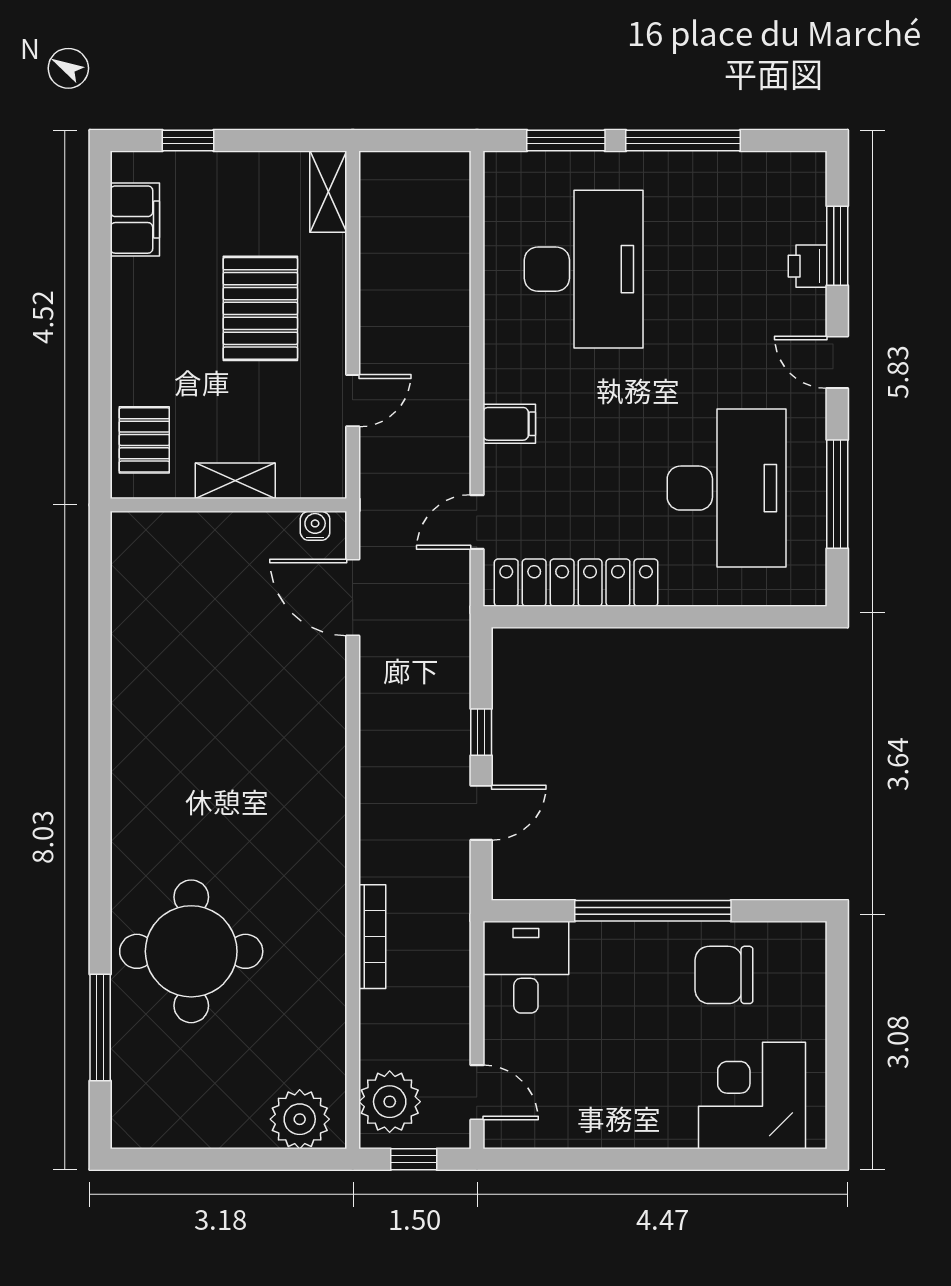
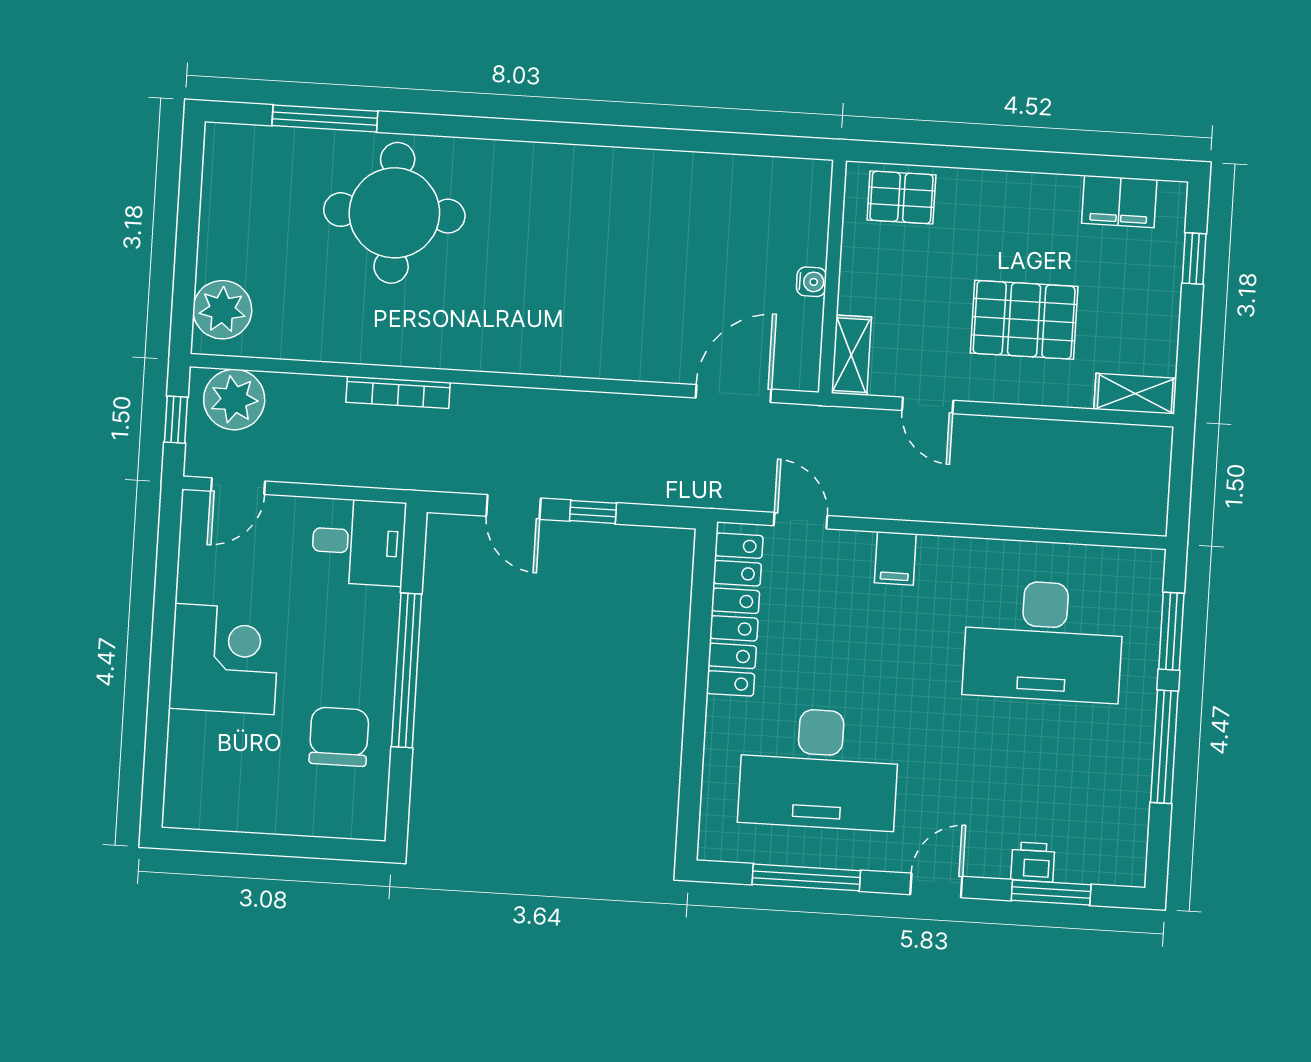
shelving: (235, 481) -> (851, 355), moved
water cooler: (315, 526) -> (811, 282), moved
corner desk: (752, 1095) -> (224, 659), moved

